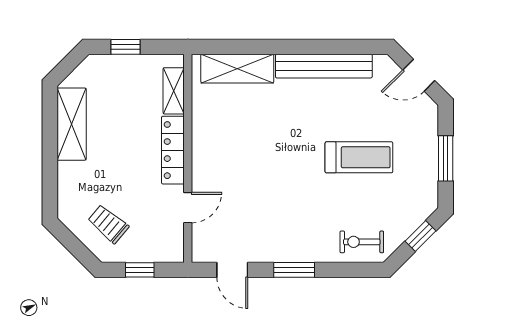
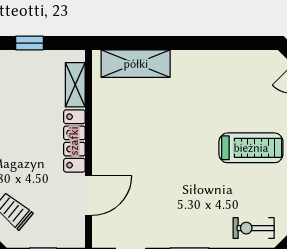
bench: (324, 66) -> (218, 61), removed
door: (188, 208) -> (89, 195), width x1.38

